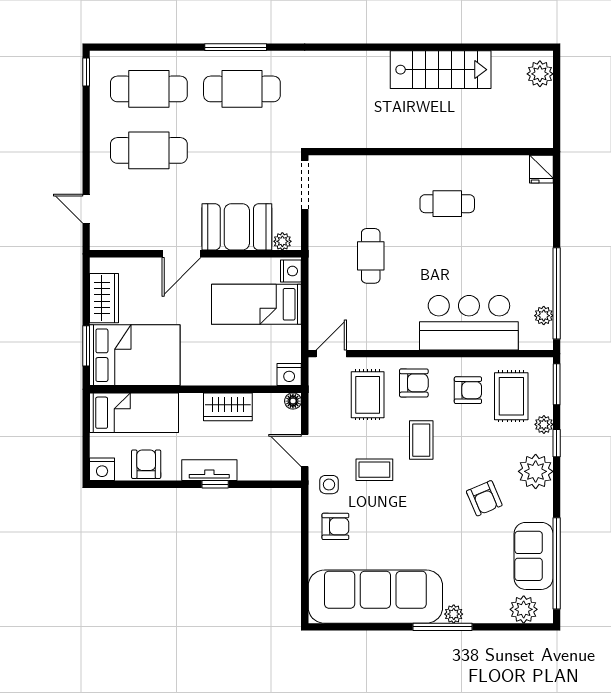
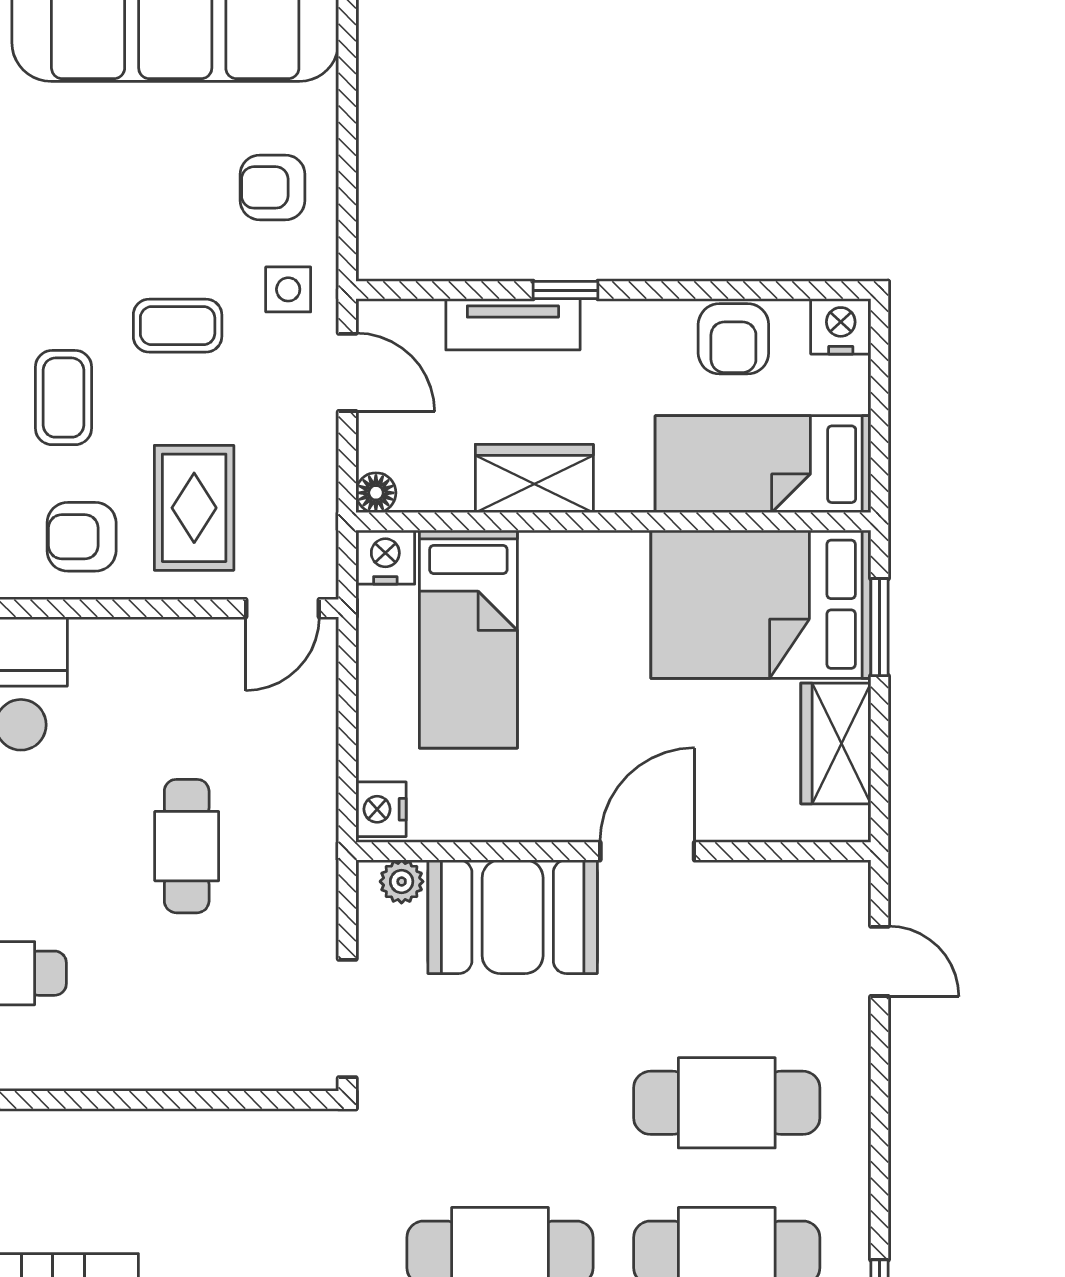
bed: (256, 304) -> (468, 639), moved, turned 90
tv unit: (209, 470) -> (513, 324), moved

